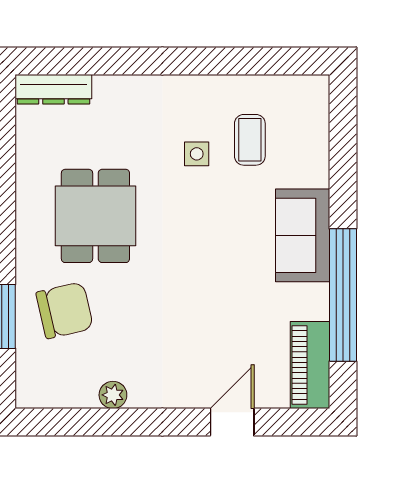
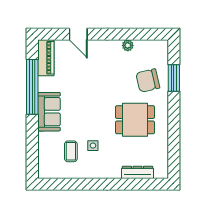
dresser: (53, 89) -> (138, 172), moved
dining table: (95, 216) -> (135, 120), turned 90
door: (232, 422) -> (78, 34), hinge flipped

